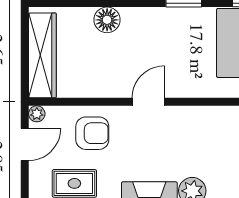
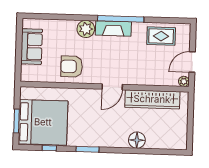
wardrobe: (42, 55) -> (152, 99), moved, turned -90
armchair: (92, 133) -> (72, 66), moved

